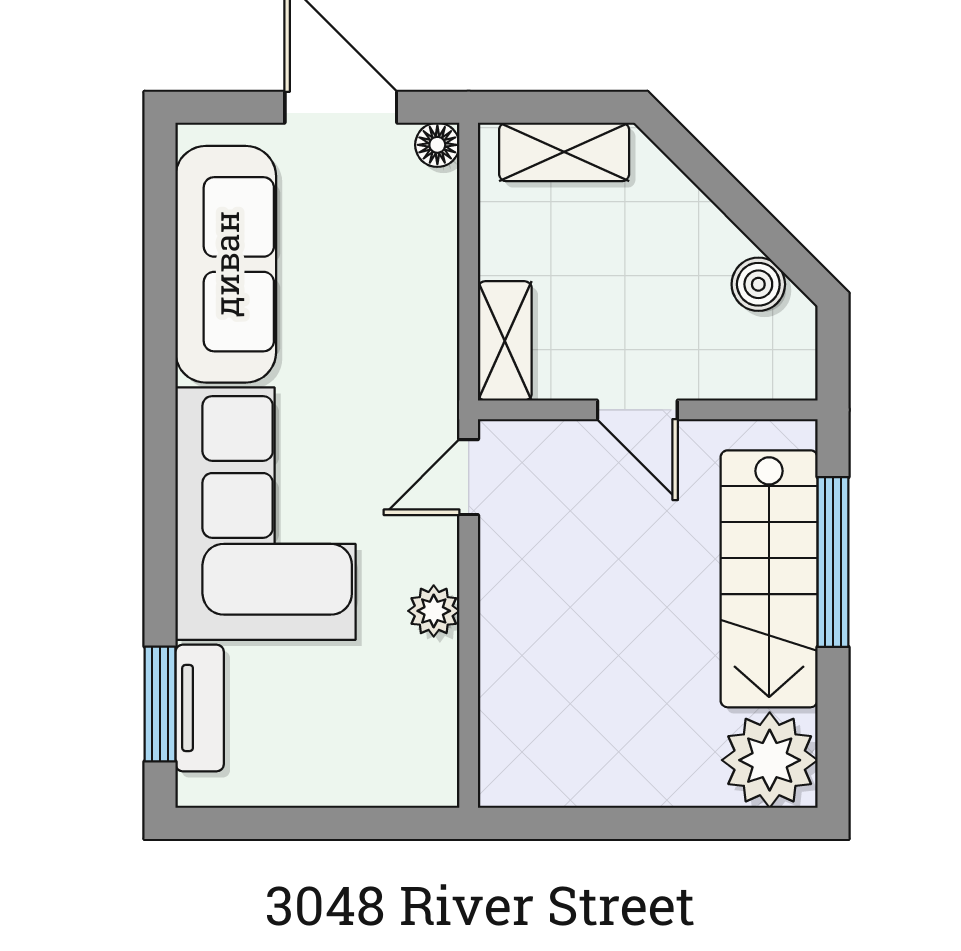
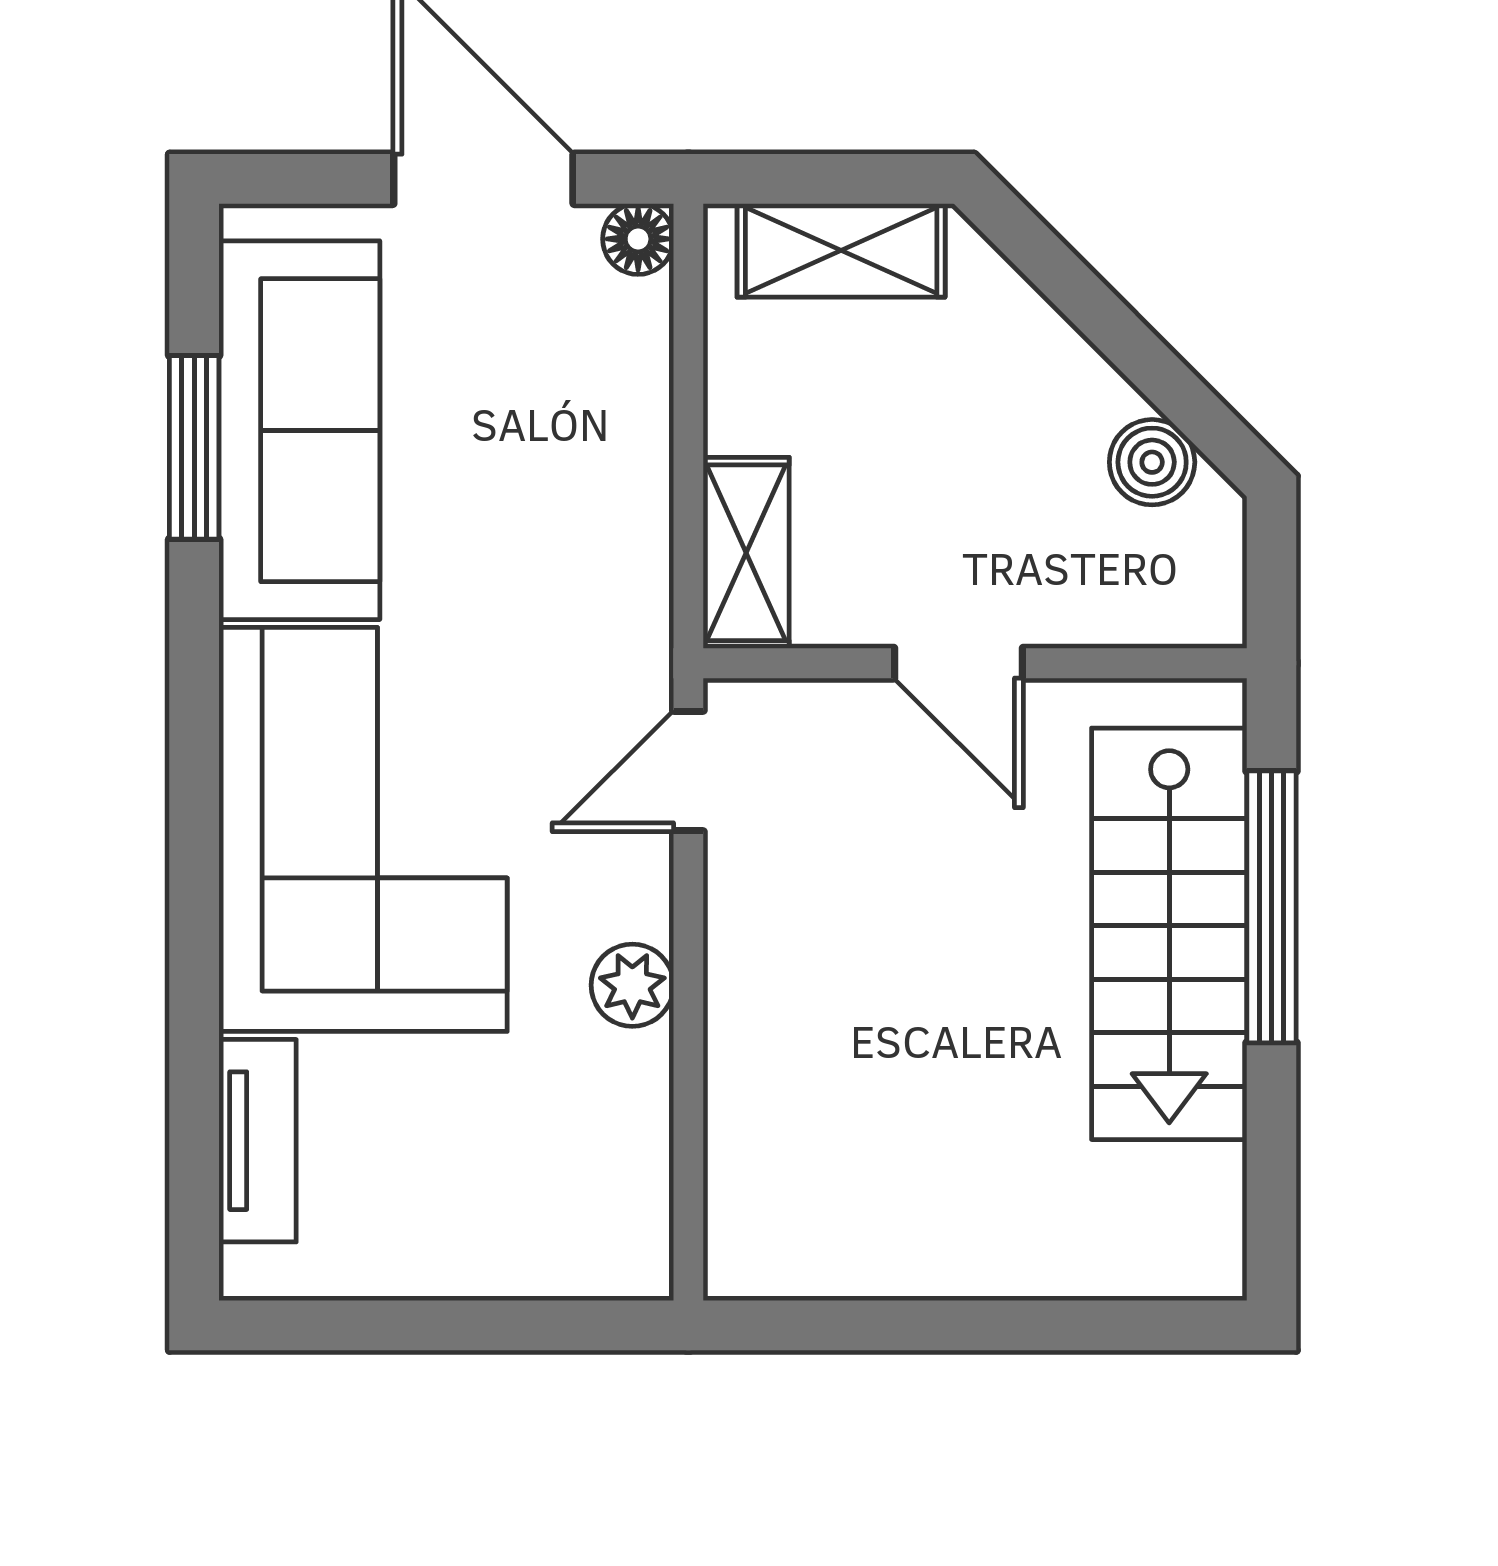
window: (160, 704) -> (194, 447), moved
plant: (770, 760) -> (1170, 1224), removed

